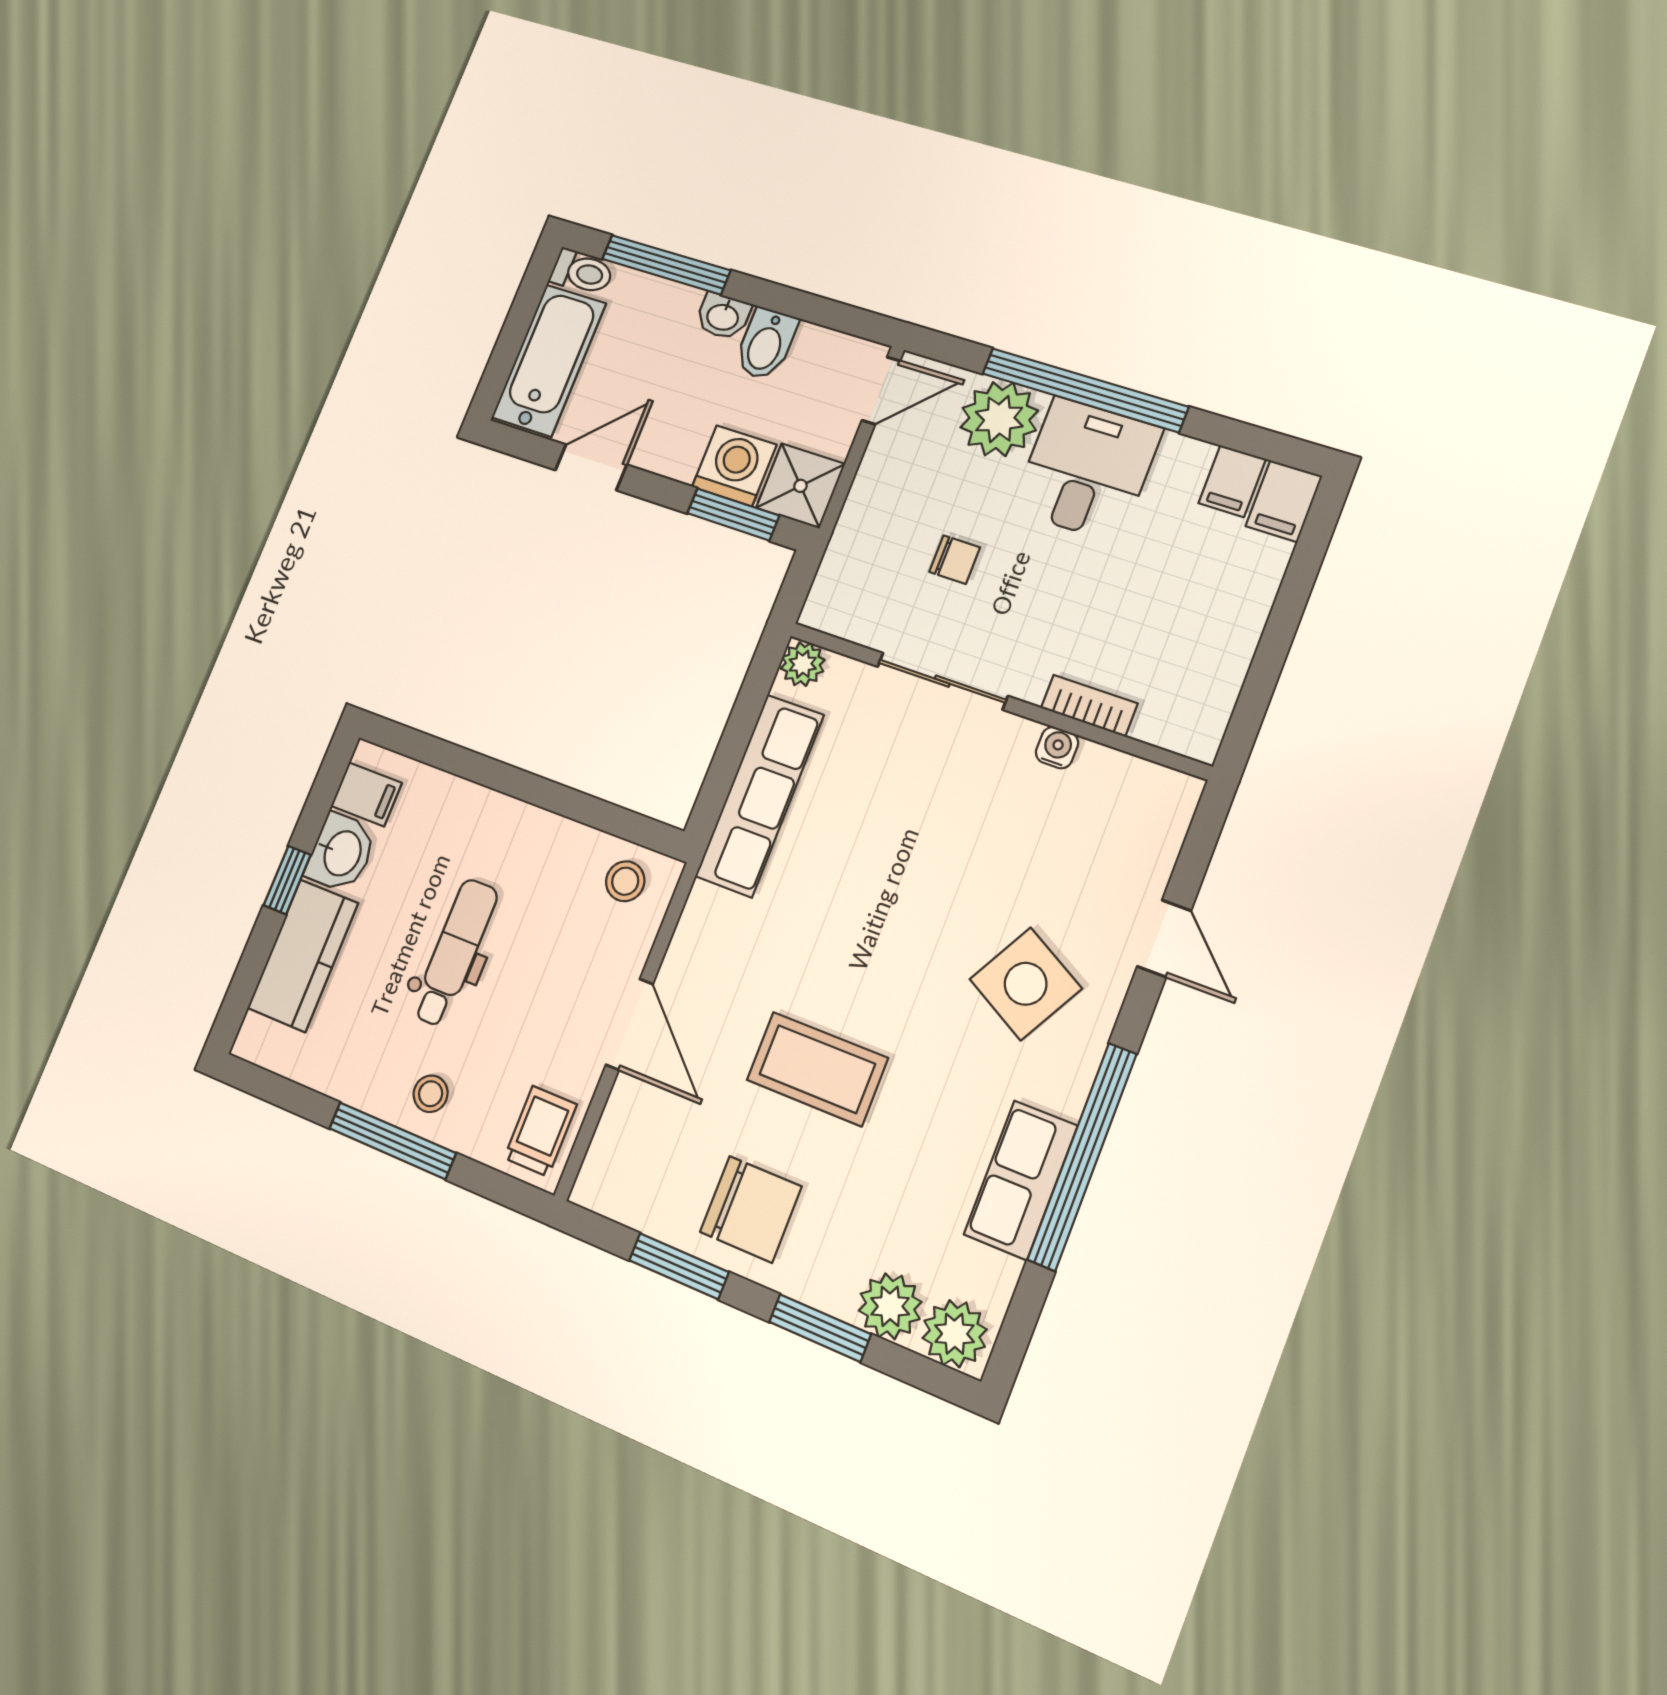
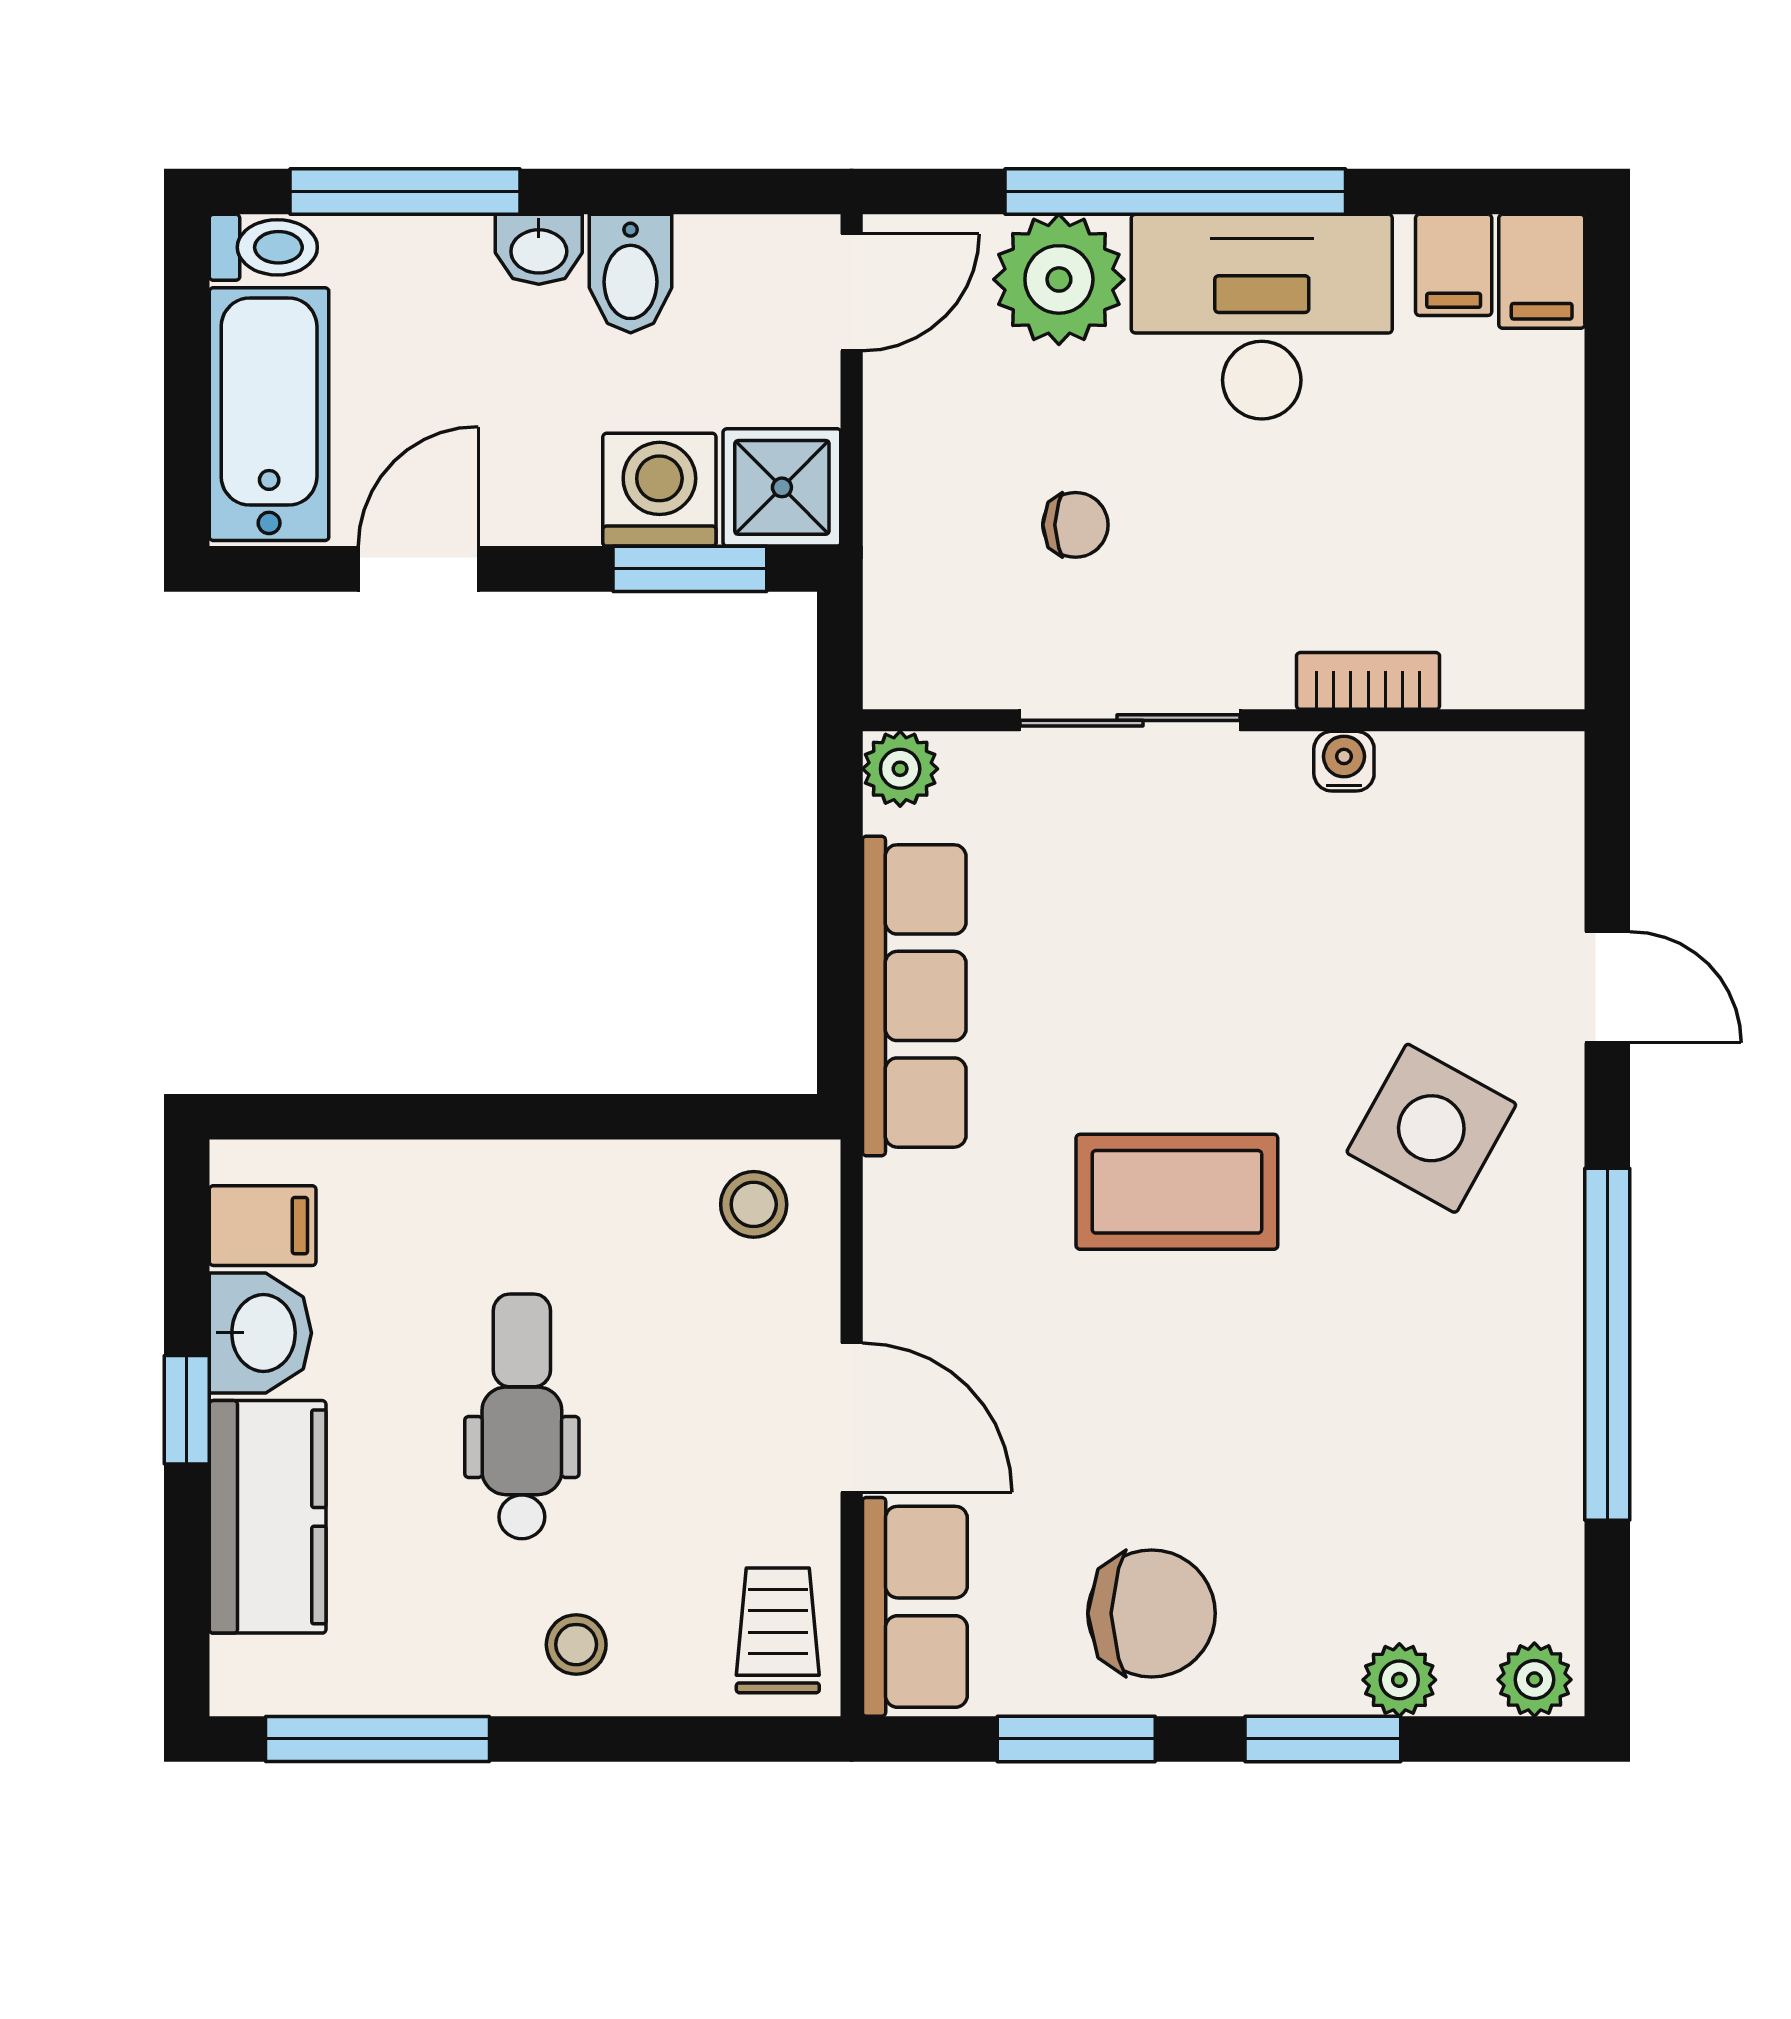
desk: (1087, 469) -> (1262, 317), width x1.37
coffee table: (817, 1069) -> (1177, 1192), moved
window: (392, 1141) -> (377, 1739), moved
row of seats: (1021, 1180) -> (915, 1607), moved, turned 180
plant: (890, 1306) -> (1399, 1680), width x0.73, depth x0.73
plant: (955, 1334) -> (1534, 1680), width x0.73, depth x0.73

